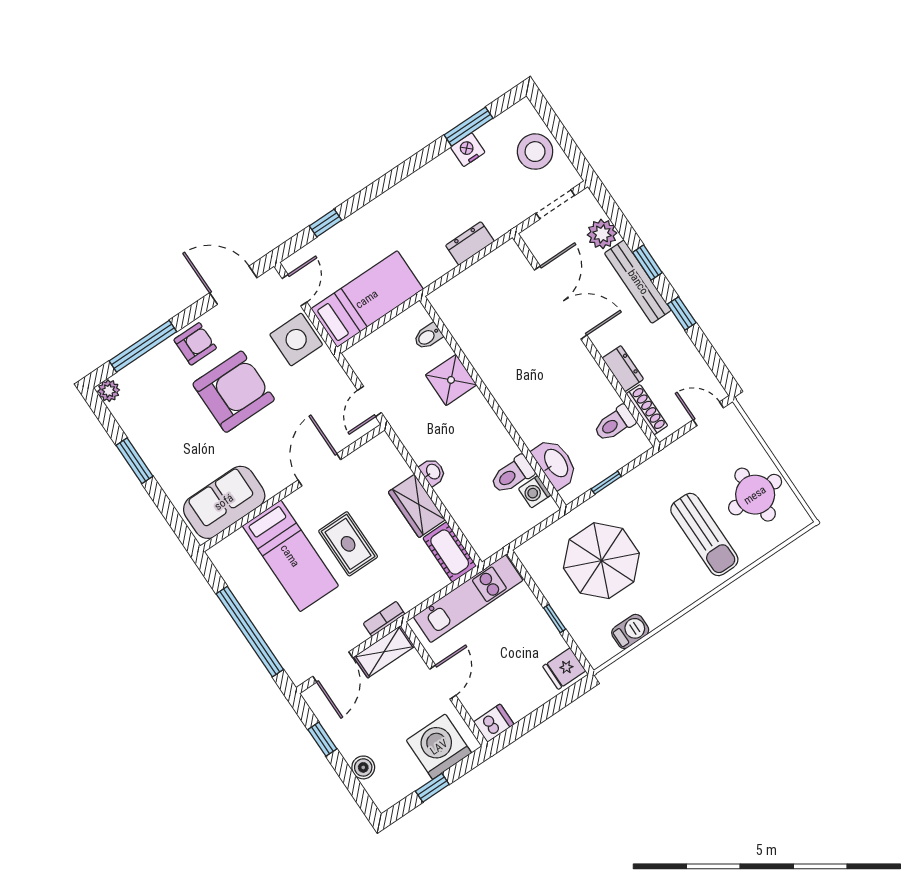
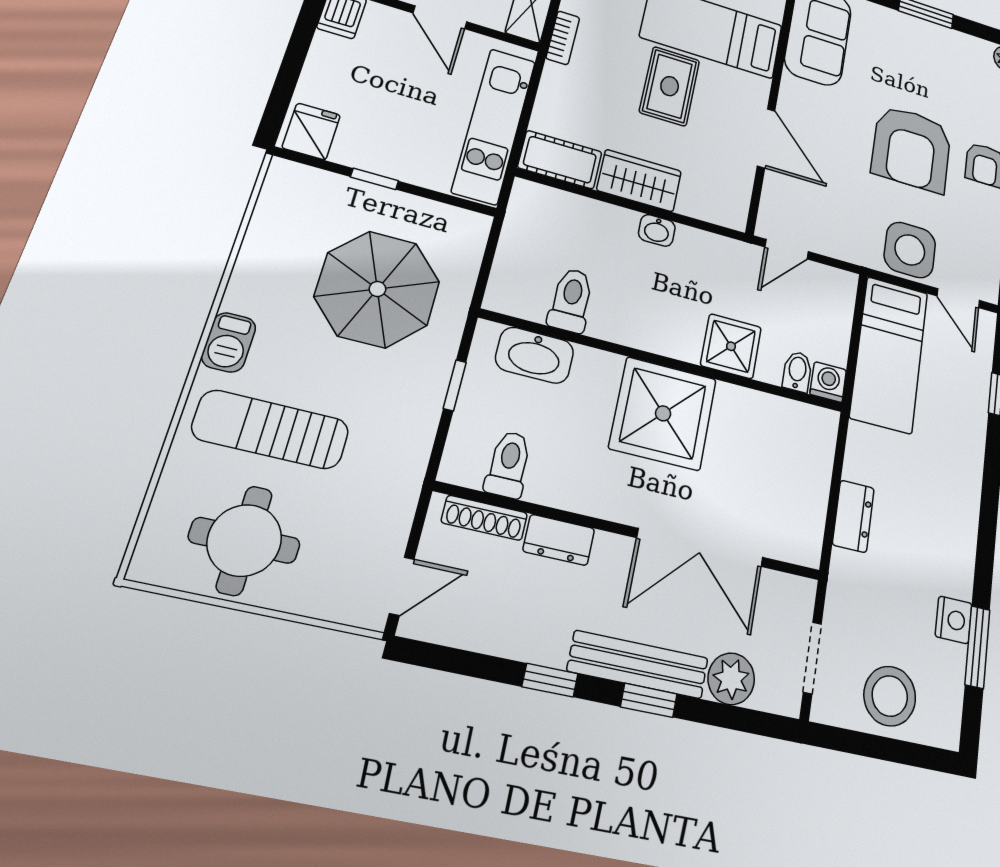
shower: (518, 379) -> (663, 413), added
door: (369, 401) -> (787, 249), swing flipped
washing machine: (535, 492) -> (828, 382), moved
rug: (348, 544) -> (670, 86), turned 90
barbecue: (630, 631) -> (229, 342), moved

